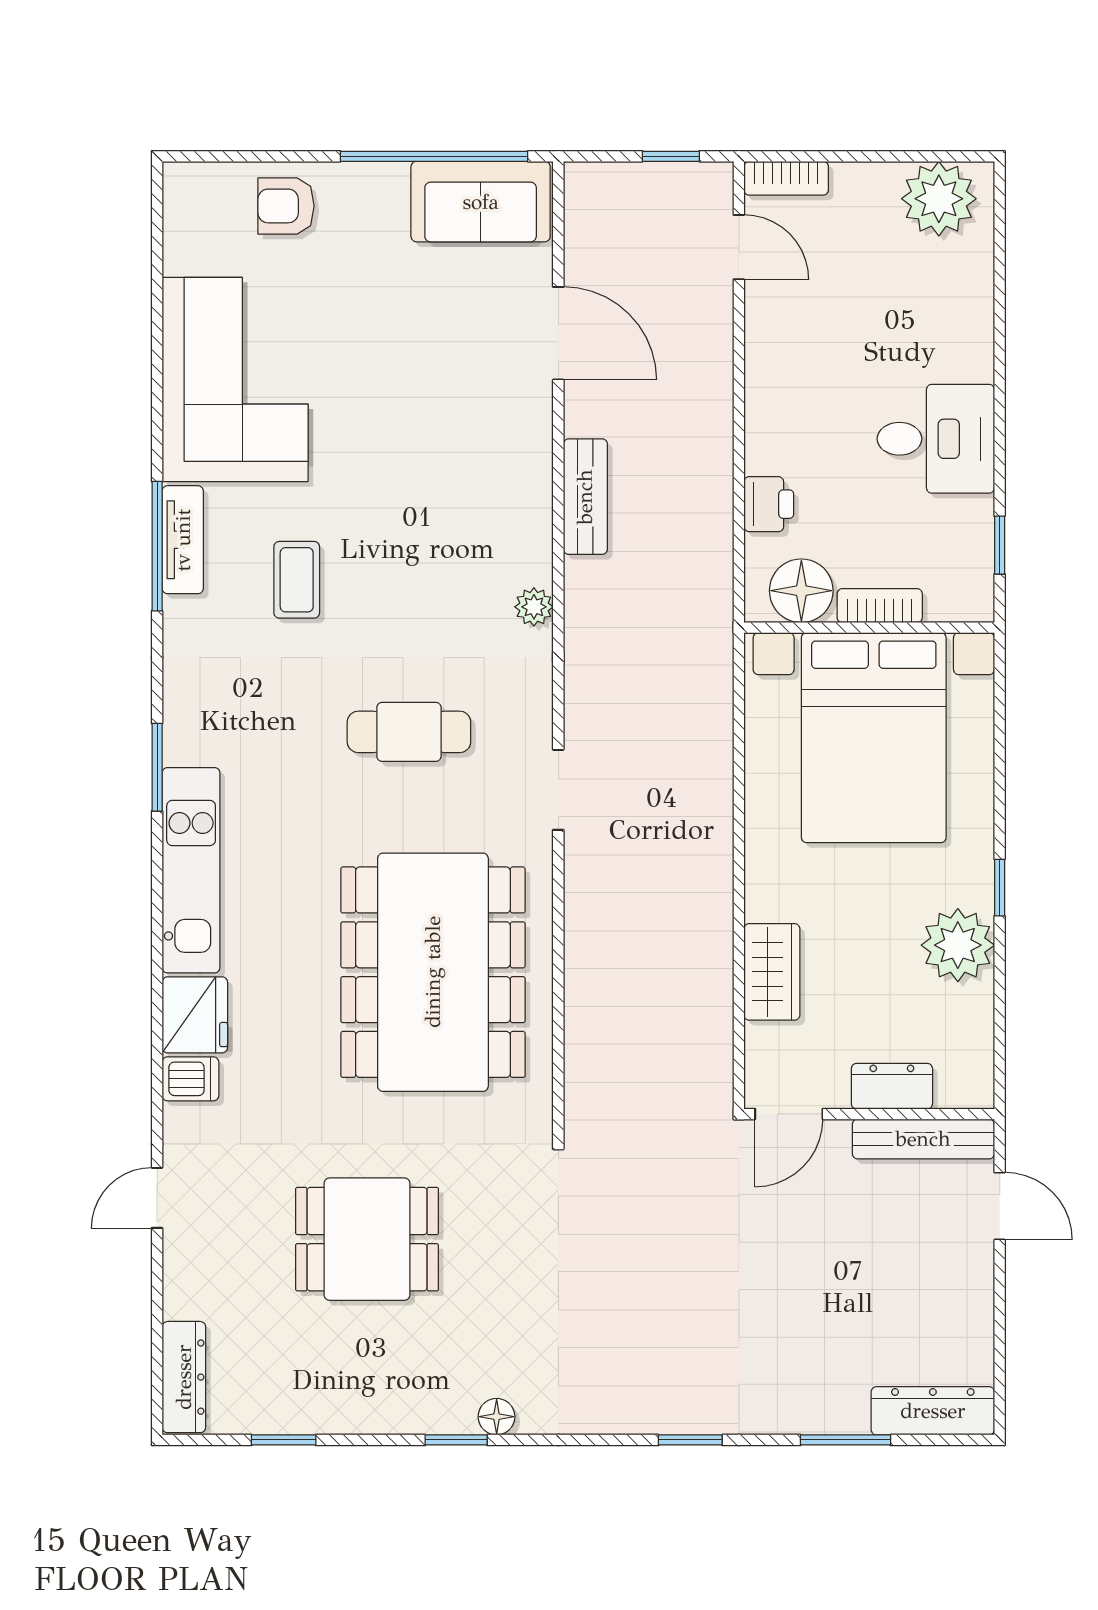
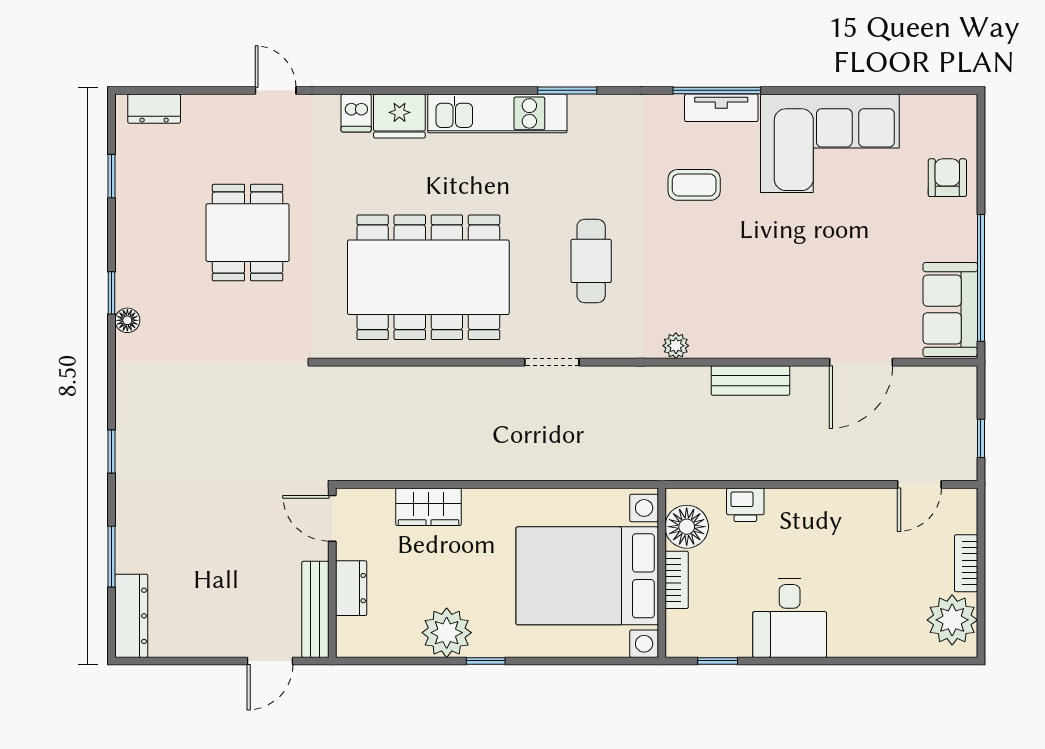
bookcase: (786, 178) -> (966, 563), moved
dresser: (184, 1377) -> (154, 109), width x0.70

